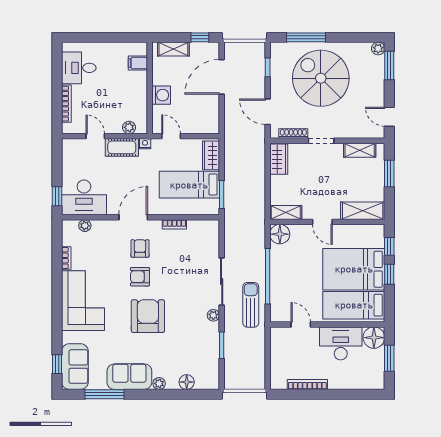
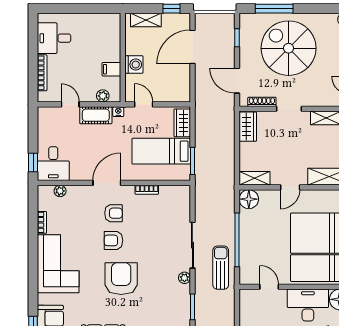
filing cabinet: (138, 63) -> (111, 69), moved
desk: (84, 197) -> (53, 164), width x0.73
door: (322, 222) -> (290, 187), hinge flipped
armchair: (140, 249) -> (113, 213), turned 90

